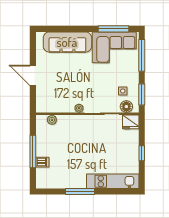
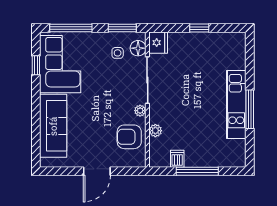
window: (113, 29) -> (36, 65), width x0.46
armchair: (59, 100) -> (129, 137), added
plant: (52, 120) -> (155, 131), moved
dishwasher: (42, 162) -> (177, 159), moved
kitchen unit: (113, 181) -> (236, 104), moved

